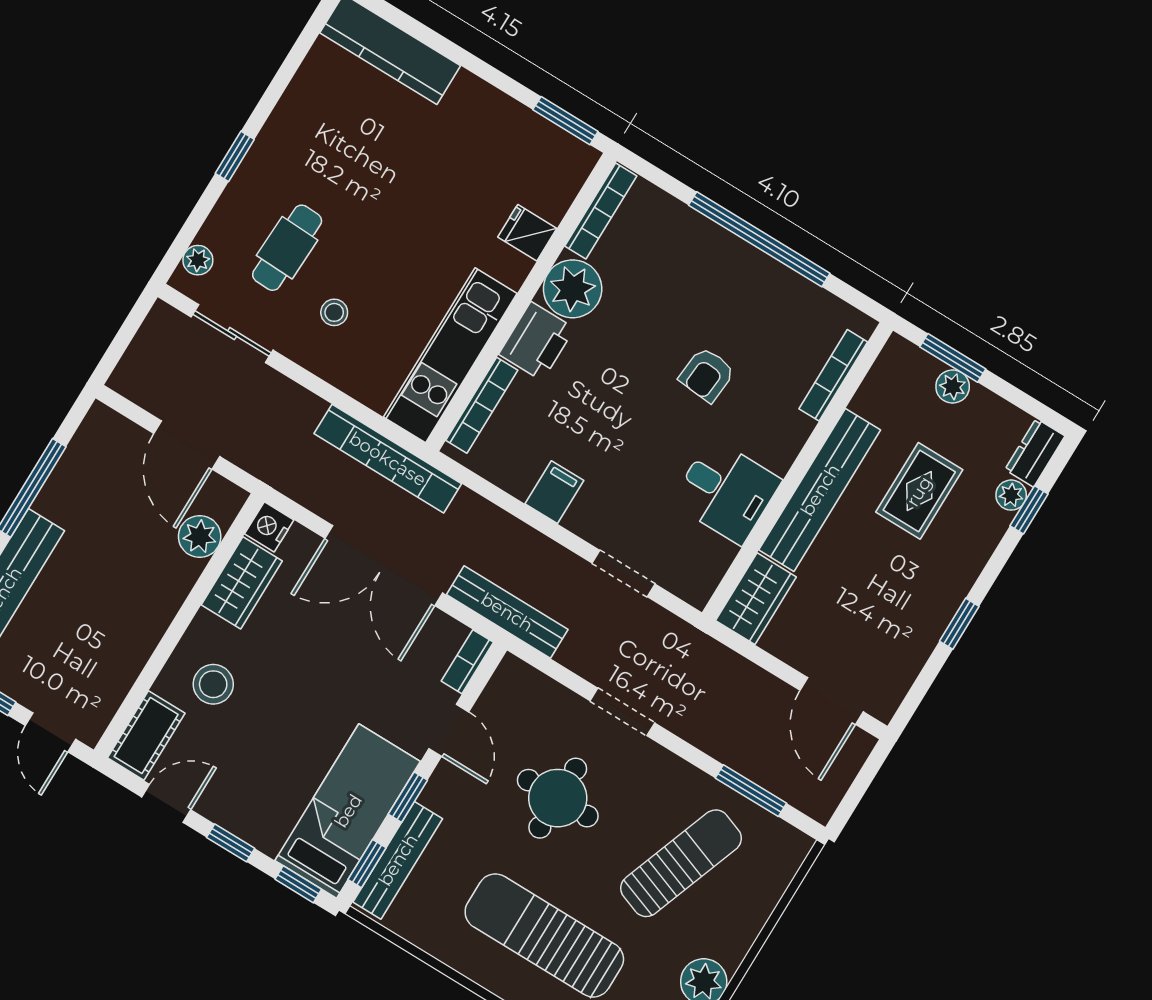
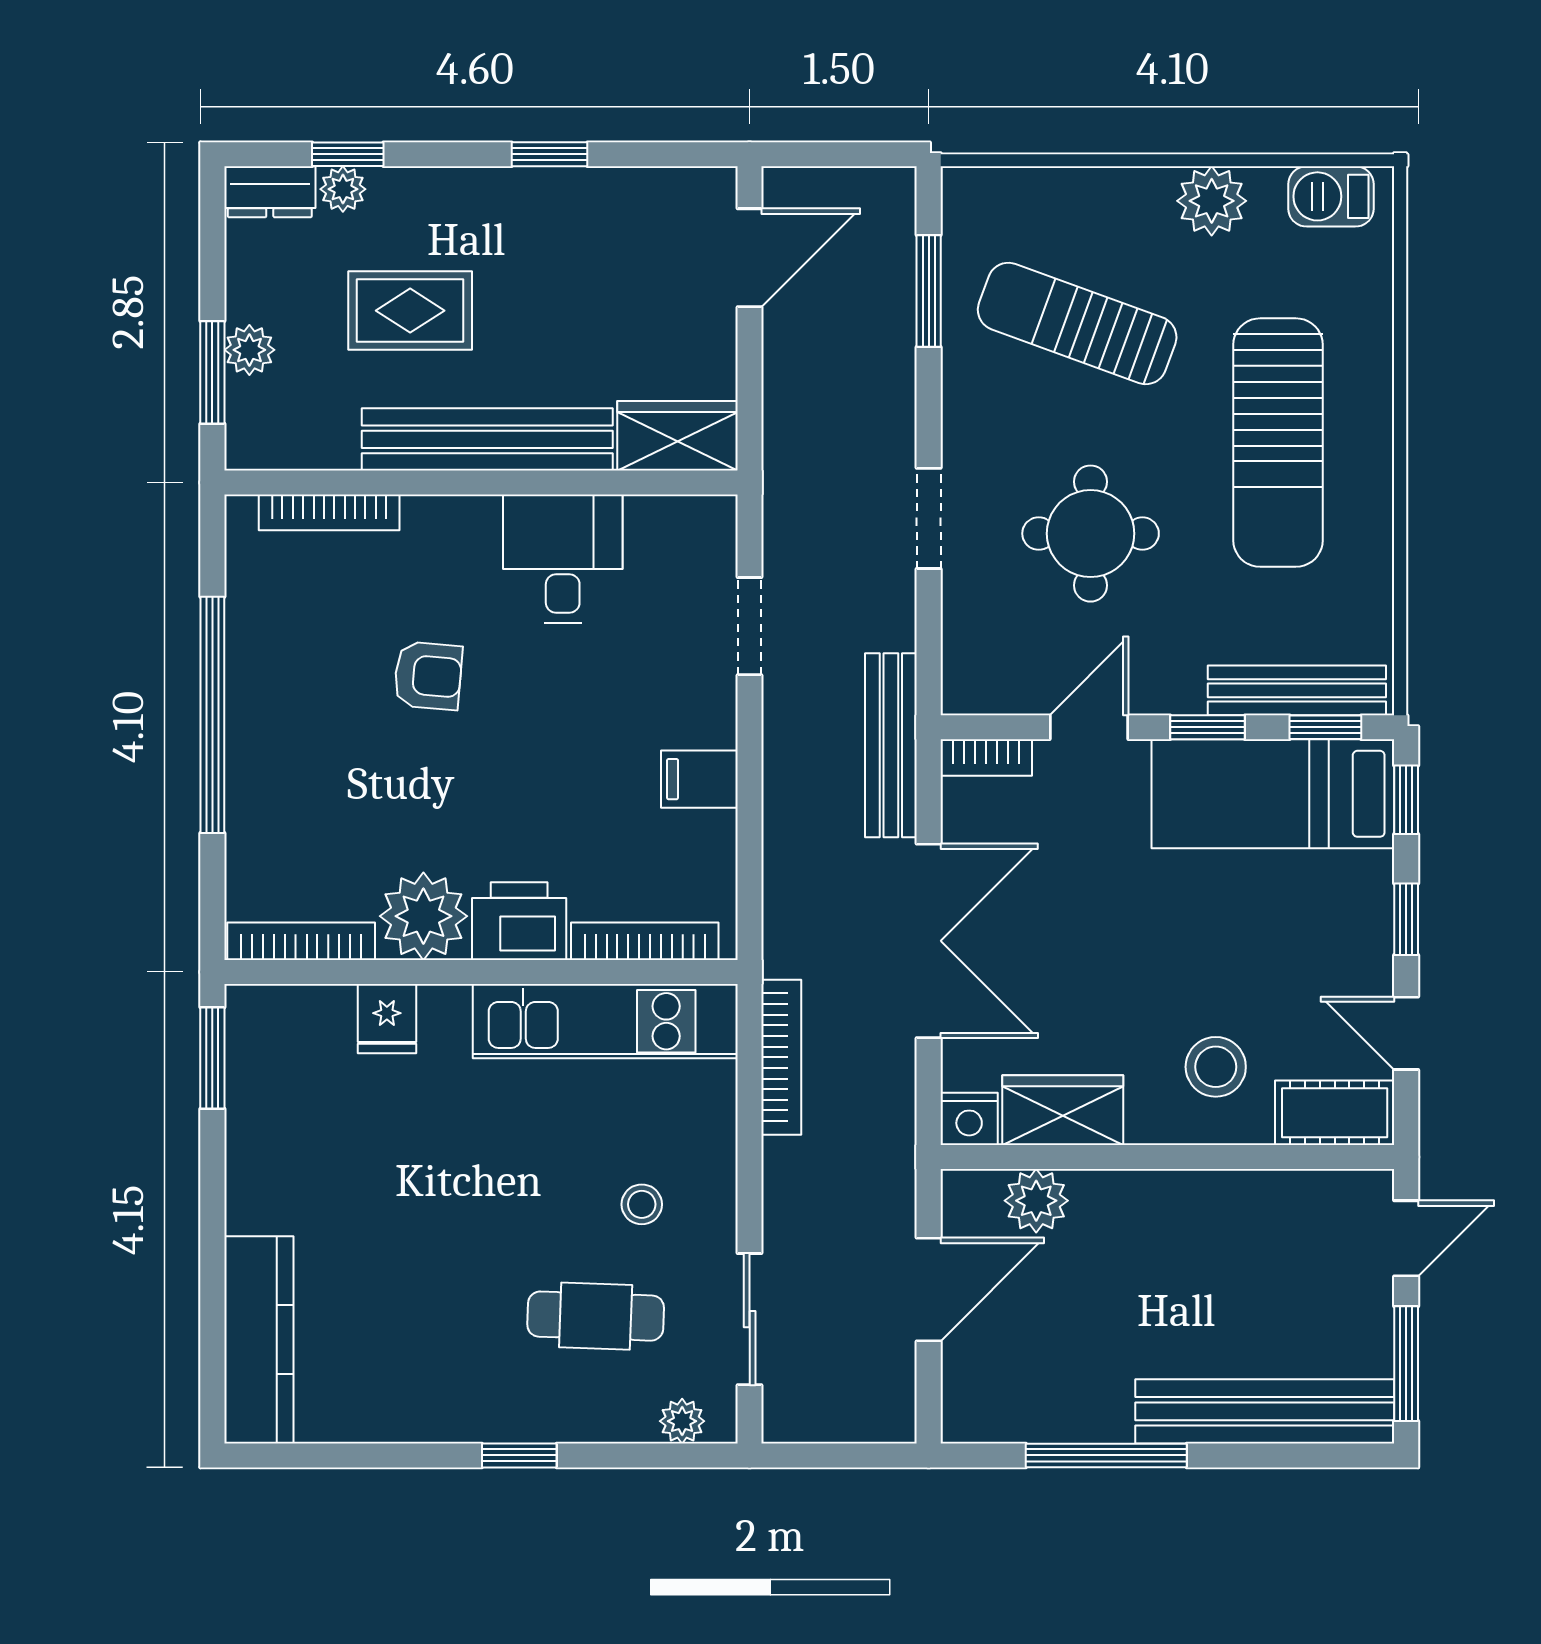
bookcase: (388, 459) -> (781, 1057), width x0.68, depth x0.76

